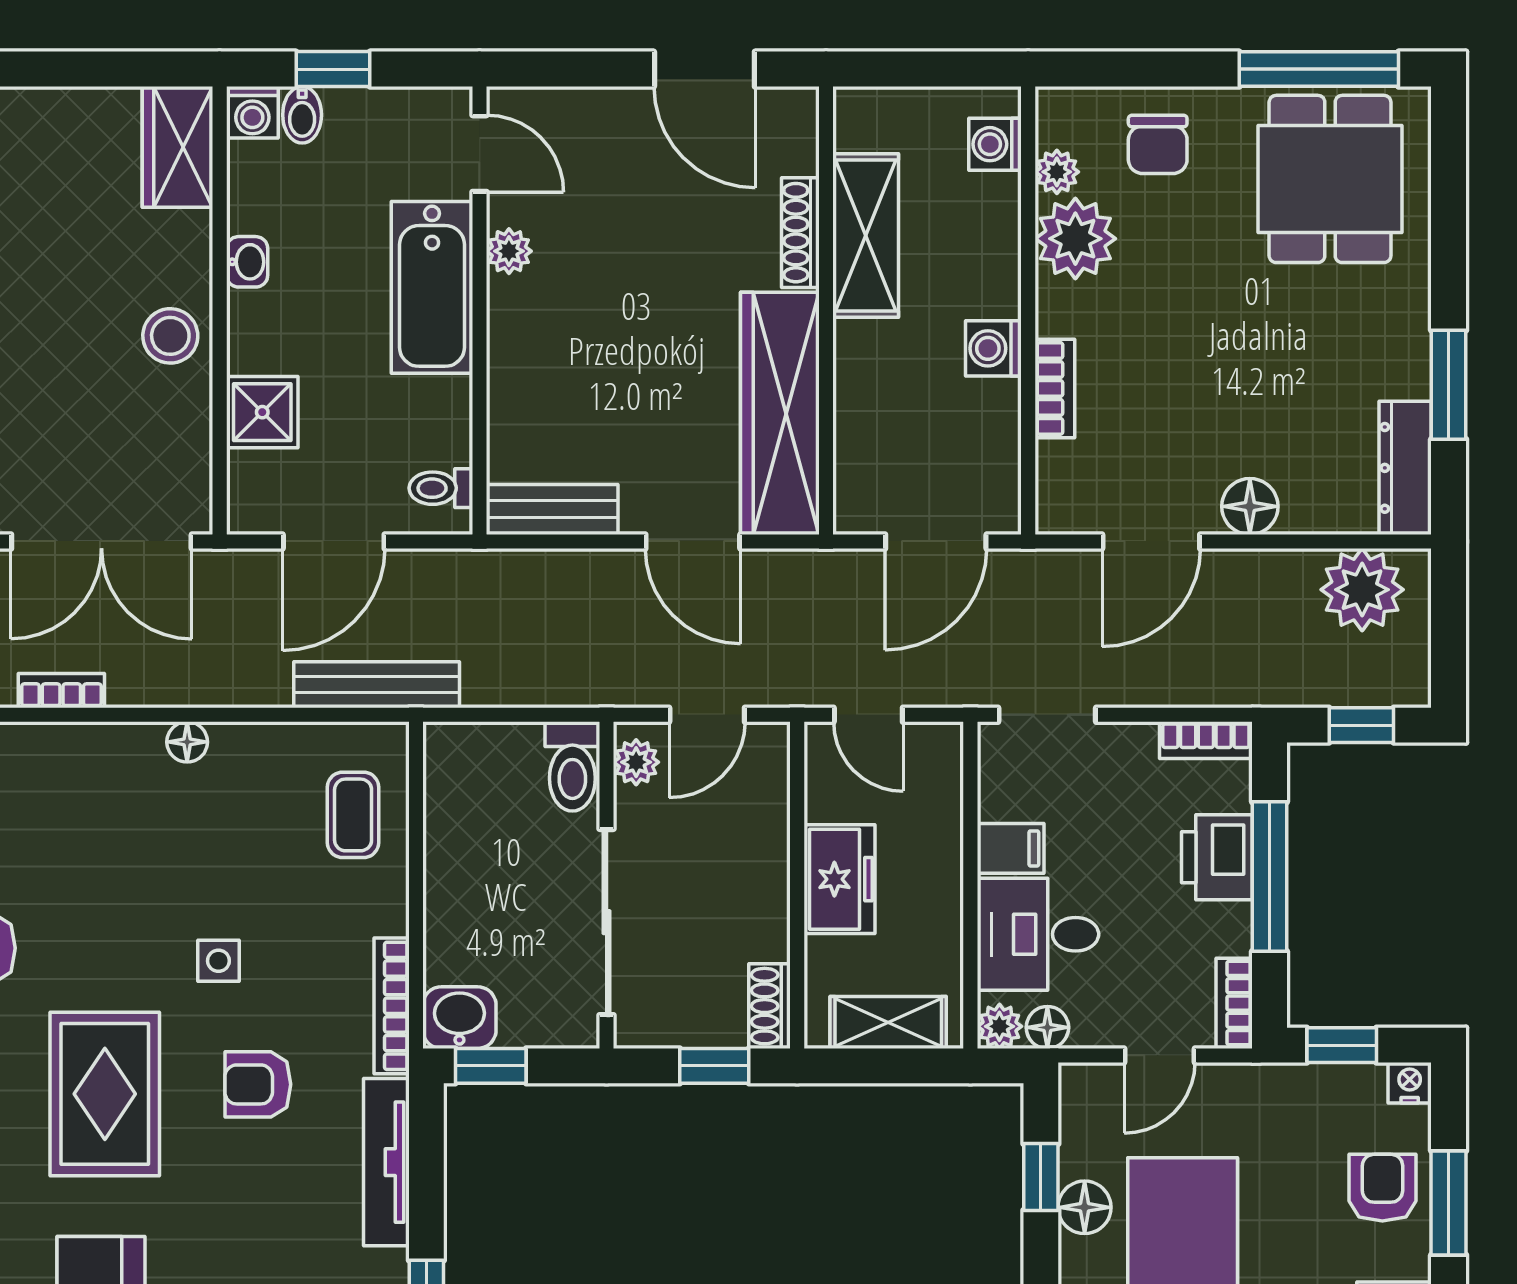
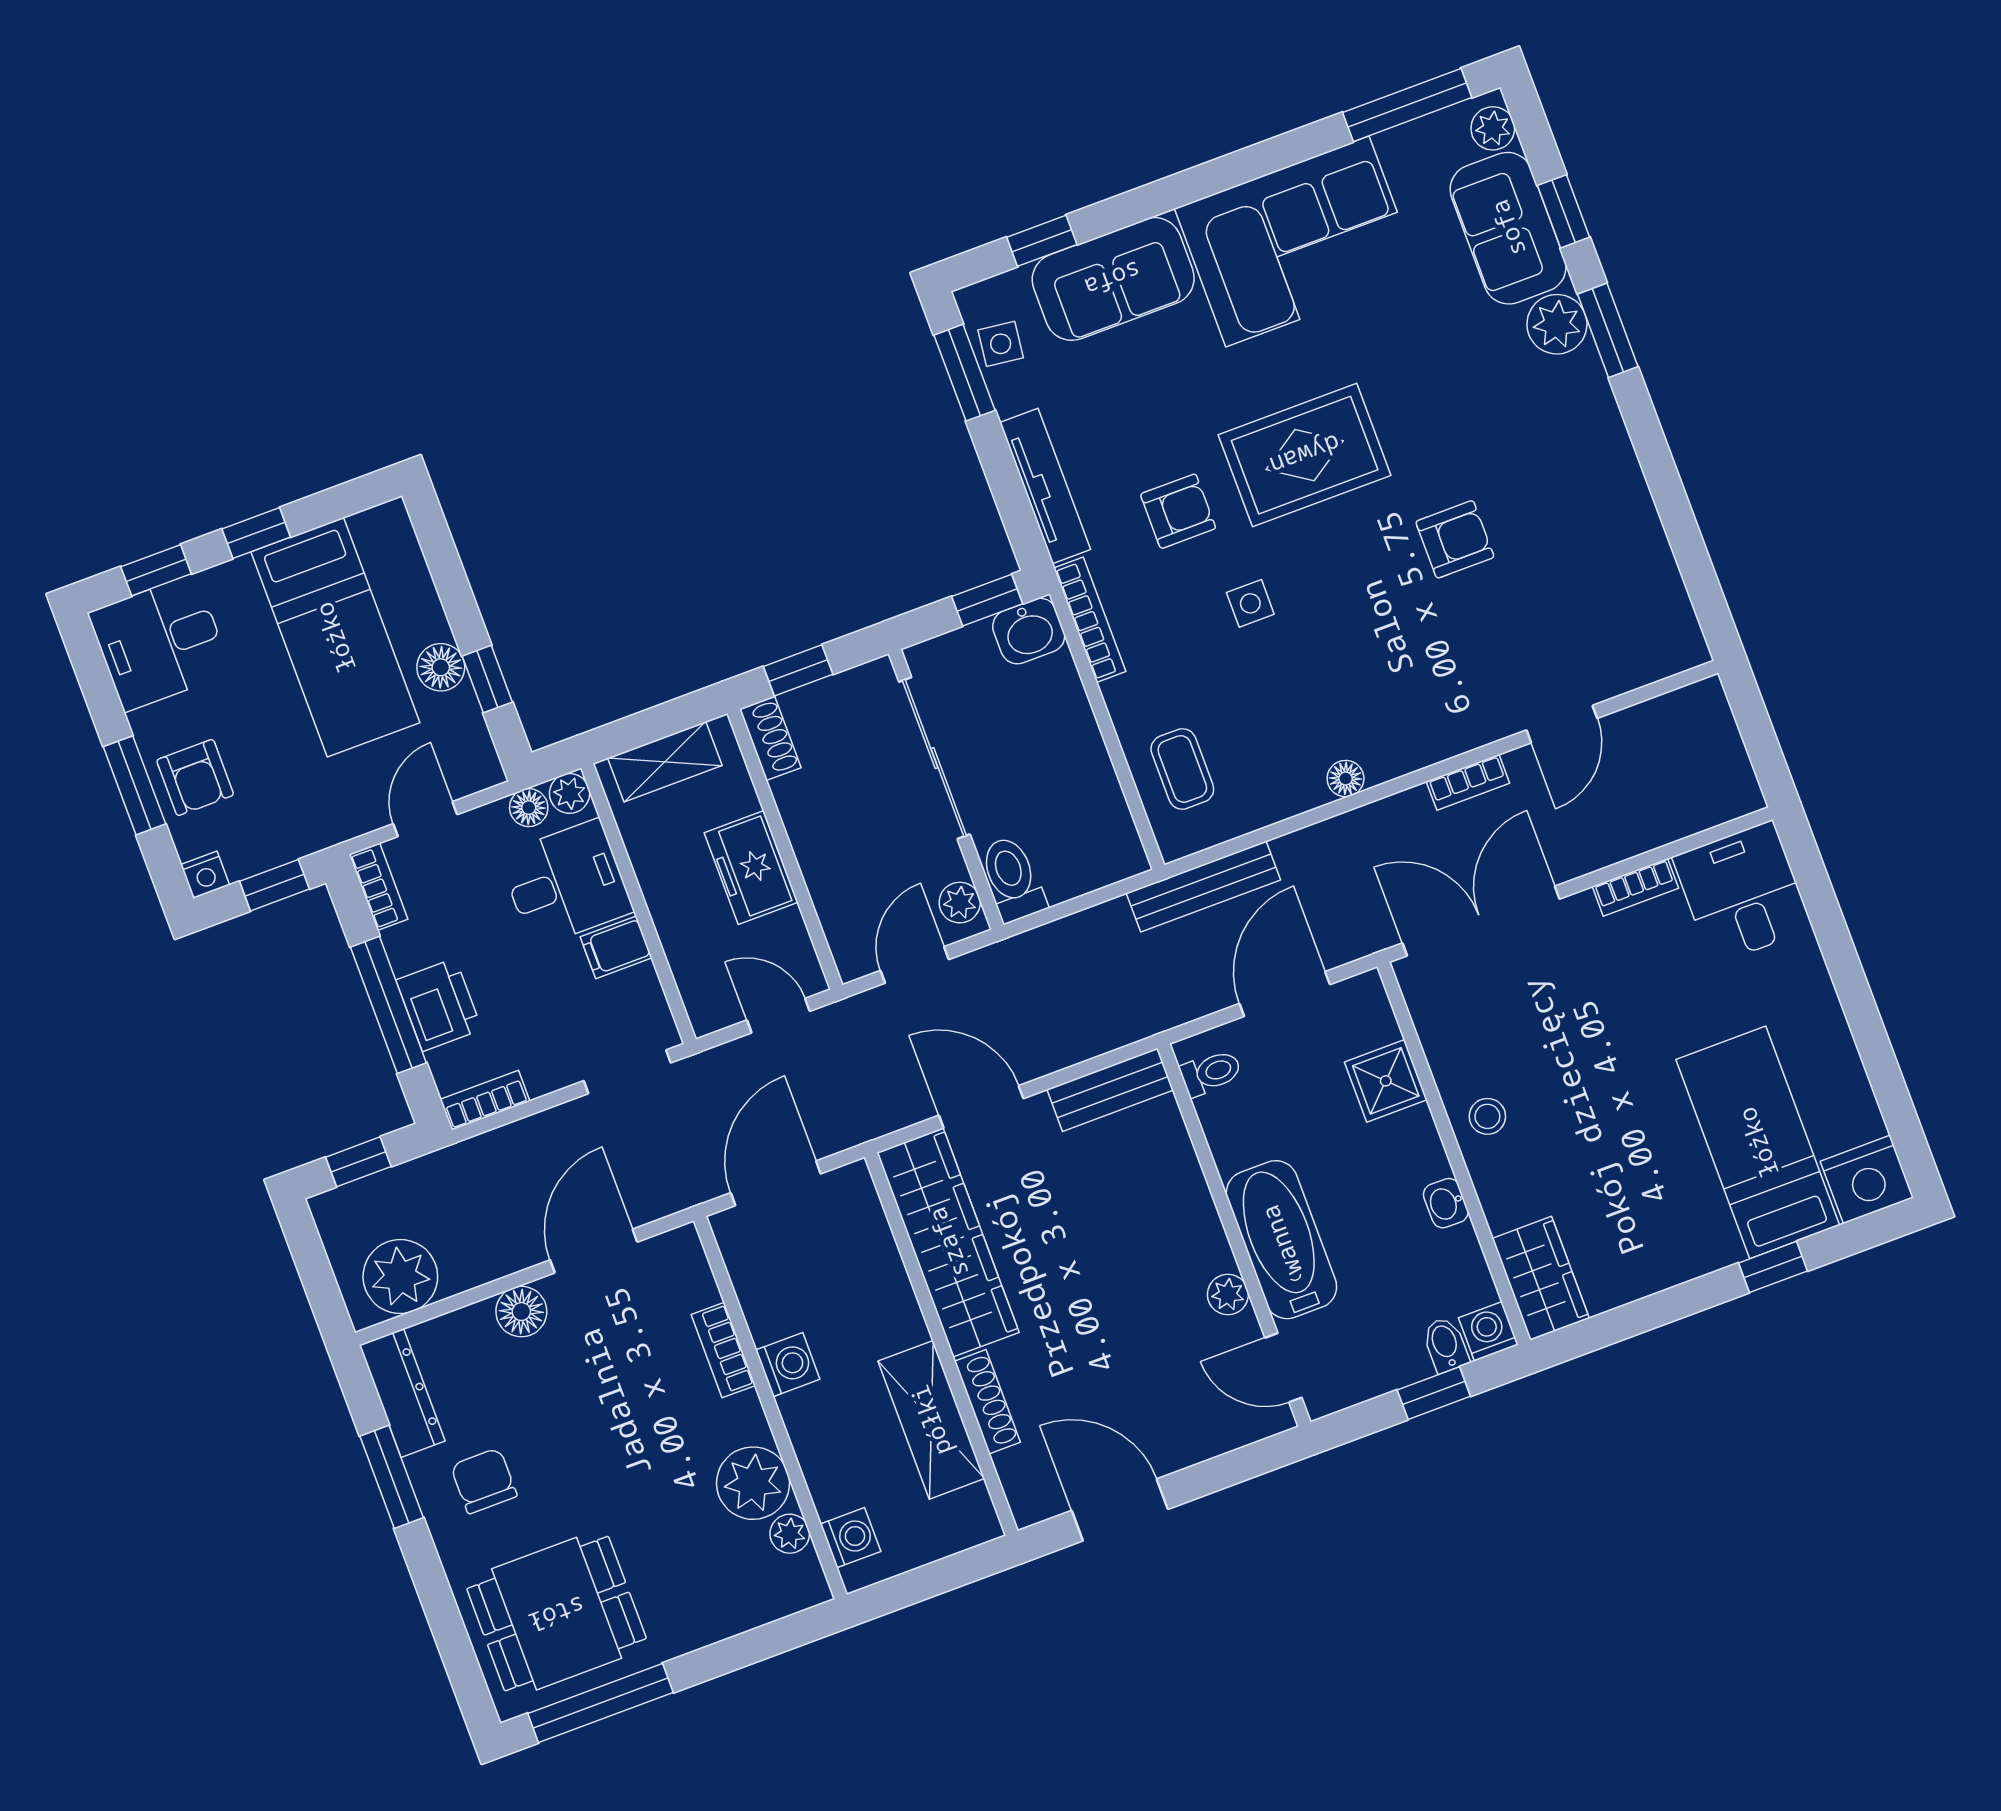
chair: (1158, 144) -> (484, 1481), moved
dining table: (1330, 179) -> (557, 1614), turned 90
stool: (170, 336) -> (1487, 1116), width x0.73, depth x0.73
rug: (105, 1094) -> (1305, 455), turned 90

